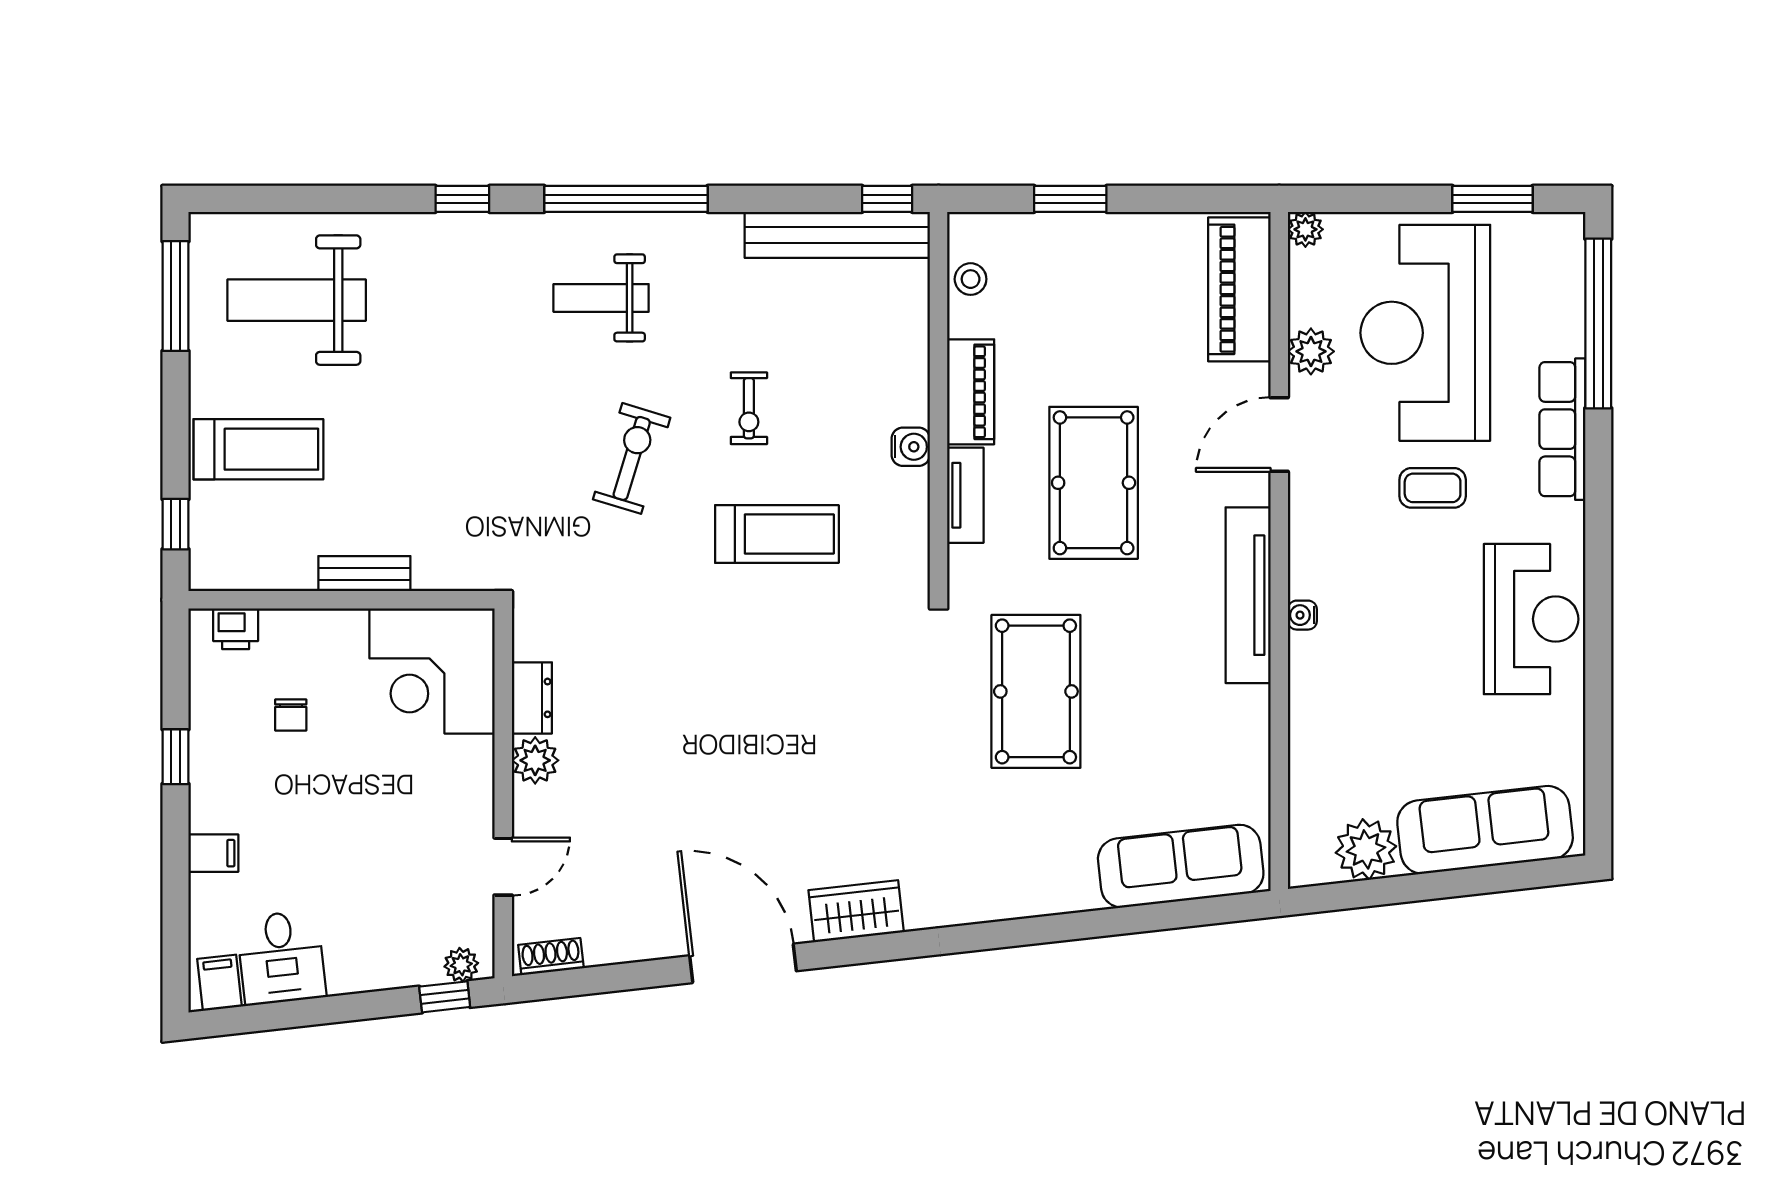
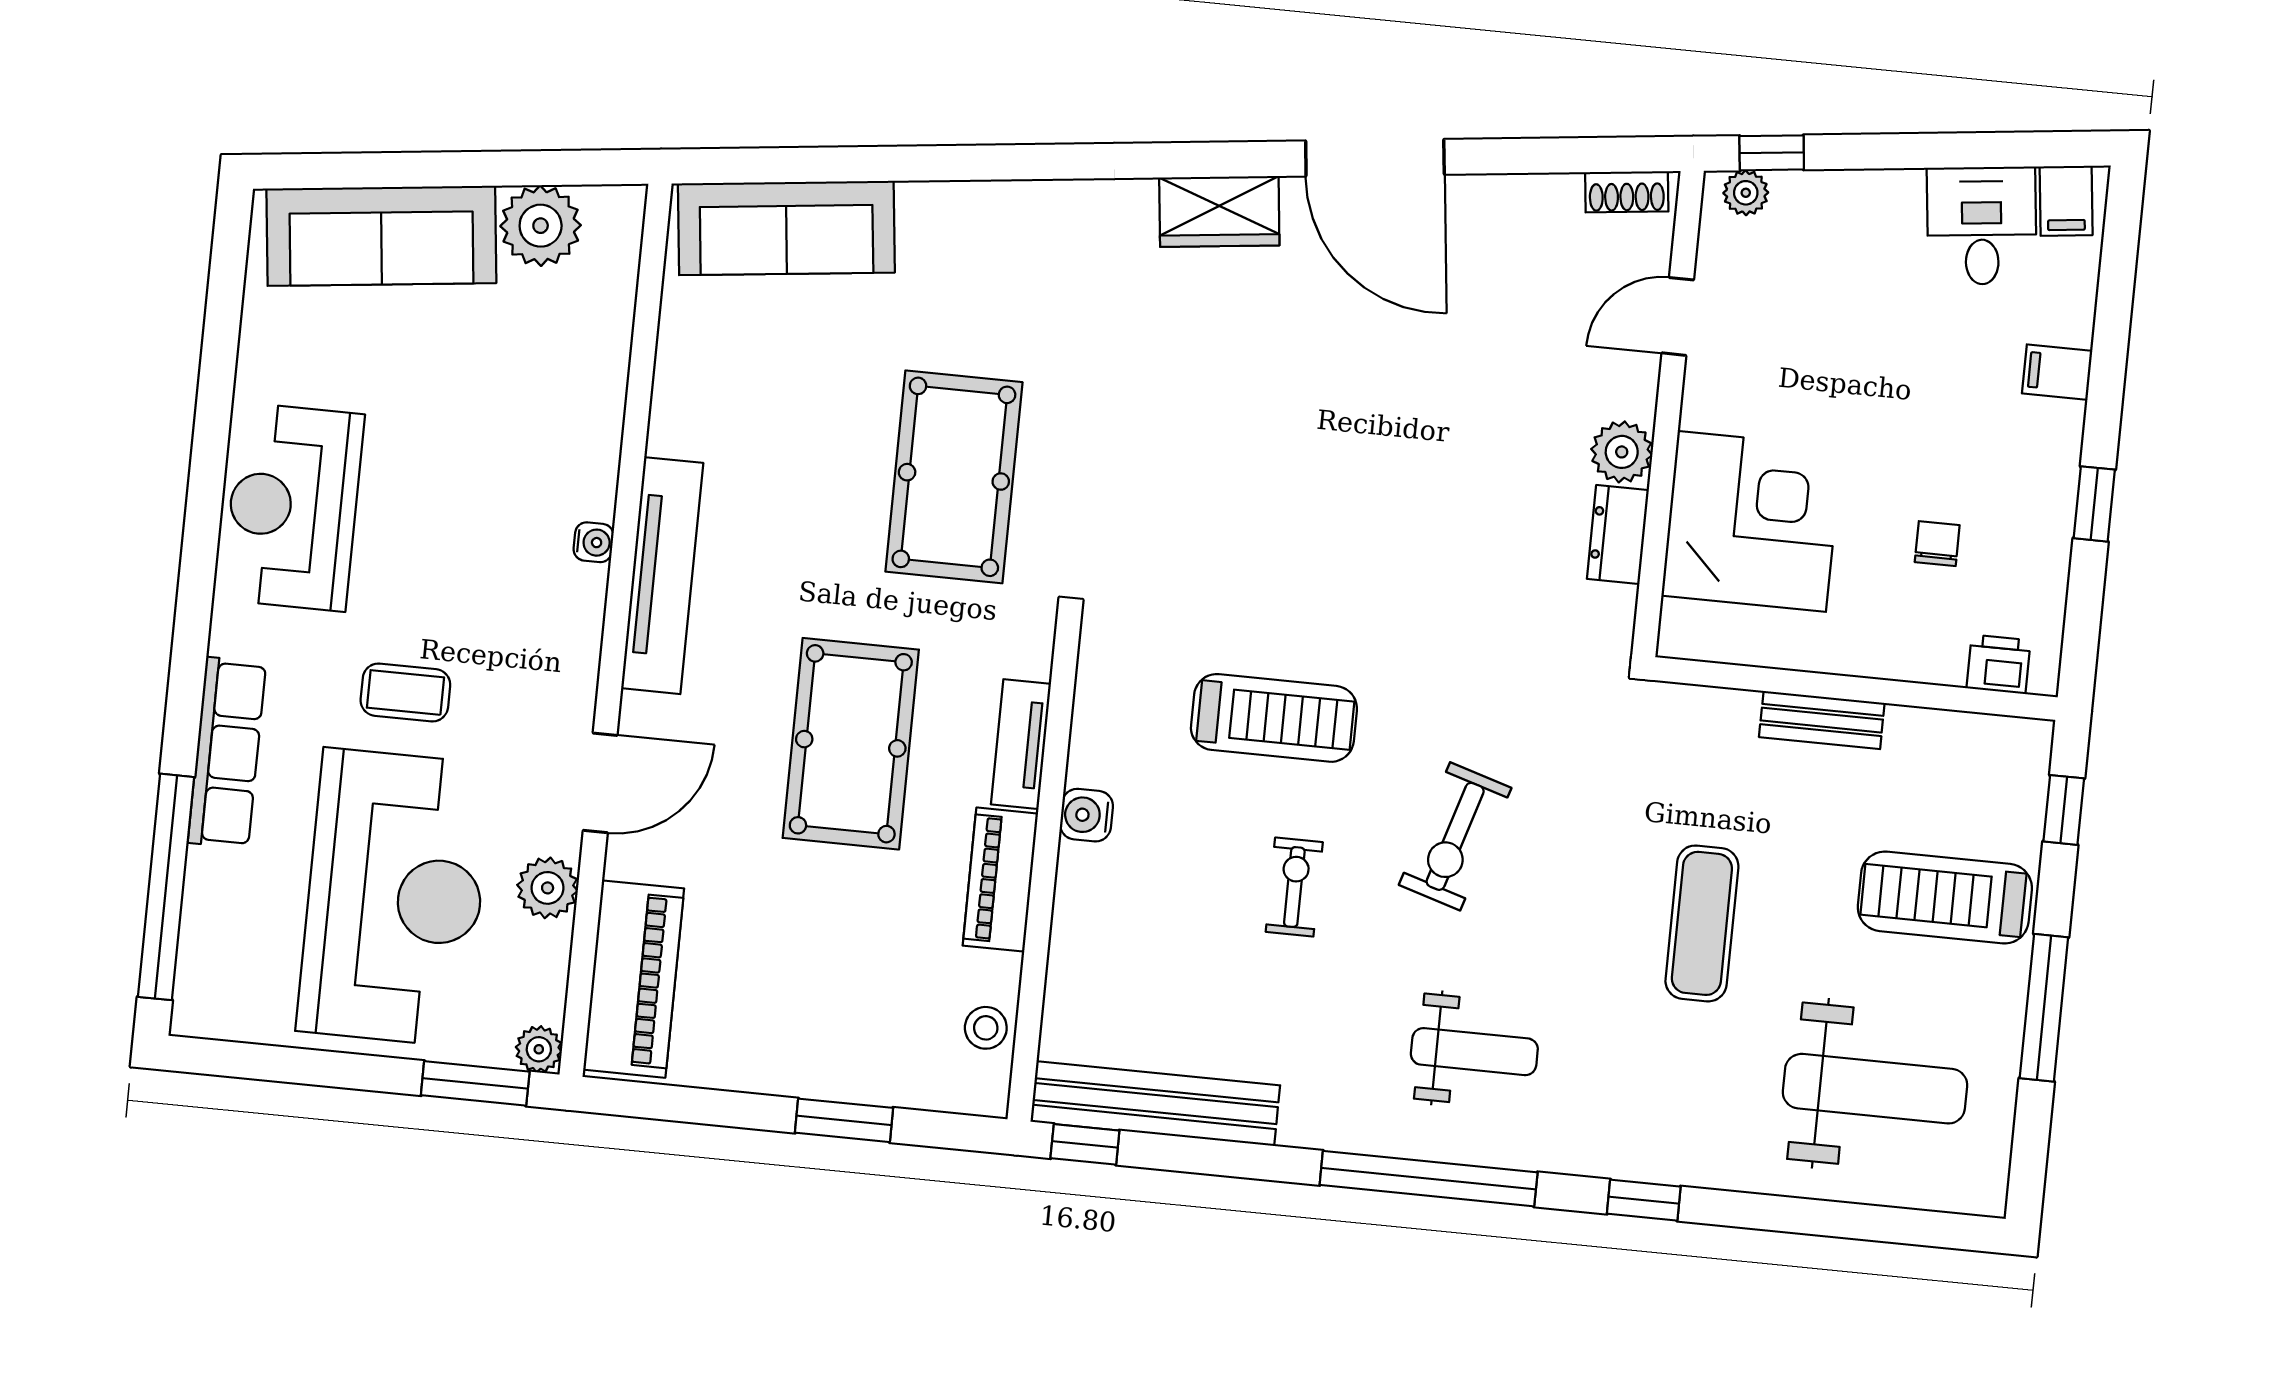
window: (1492, 199) -> (475, 1083), moved
window: (176, 296) -> (2044, 1008), moved
exercise mat: (439, 411) -> (1702, 923), added
treadmill: (777, 534) -> (1274, 718), turned 180
corner desk: (432, 671) -> (1752, 521), moved

